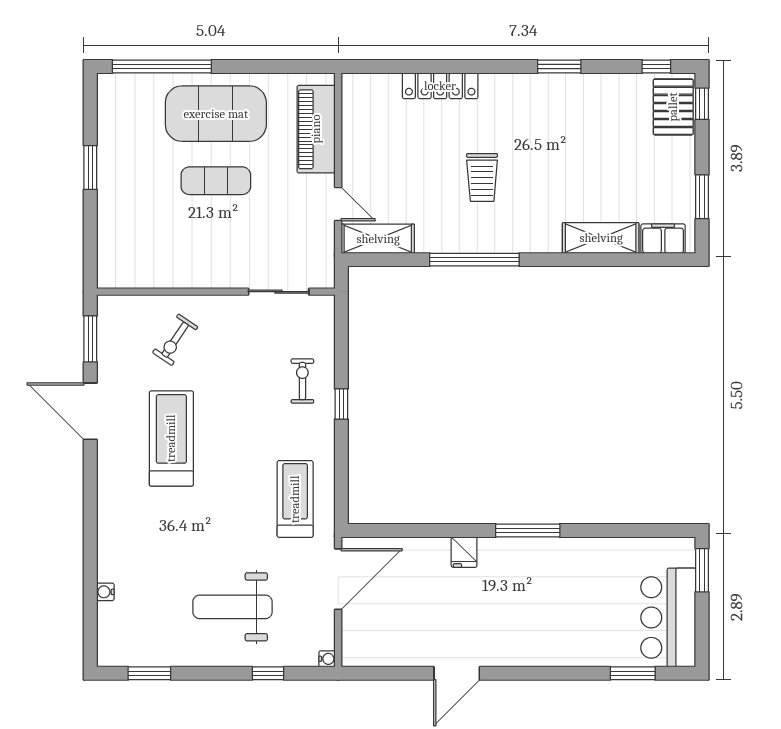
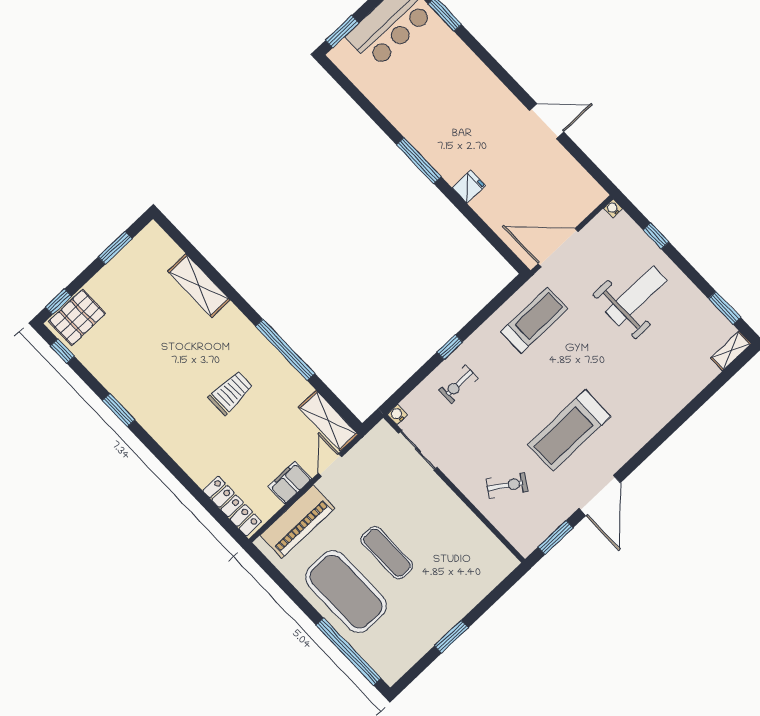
locker: (440, 86) -> (232, 506), moved
filing cabinet: (663, 239) -> (290, 483), moved, turned 90
treadmill: (295, 499) -> (534, 320), turned 180
water cooler: (105, 592) -> (397, 414), moved, turned 180
weight bench: (233, 607) -> (636, 296), turned -90
shelving: (107, 643) -> (731, 351), added

